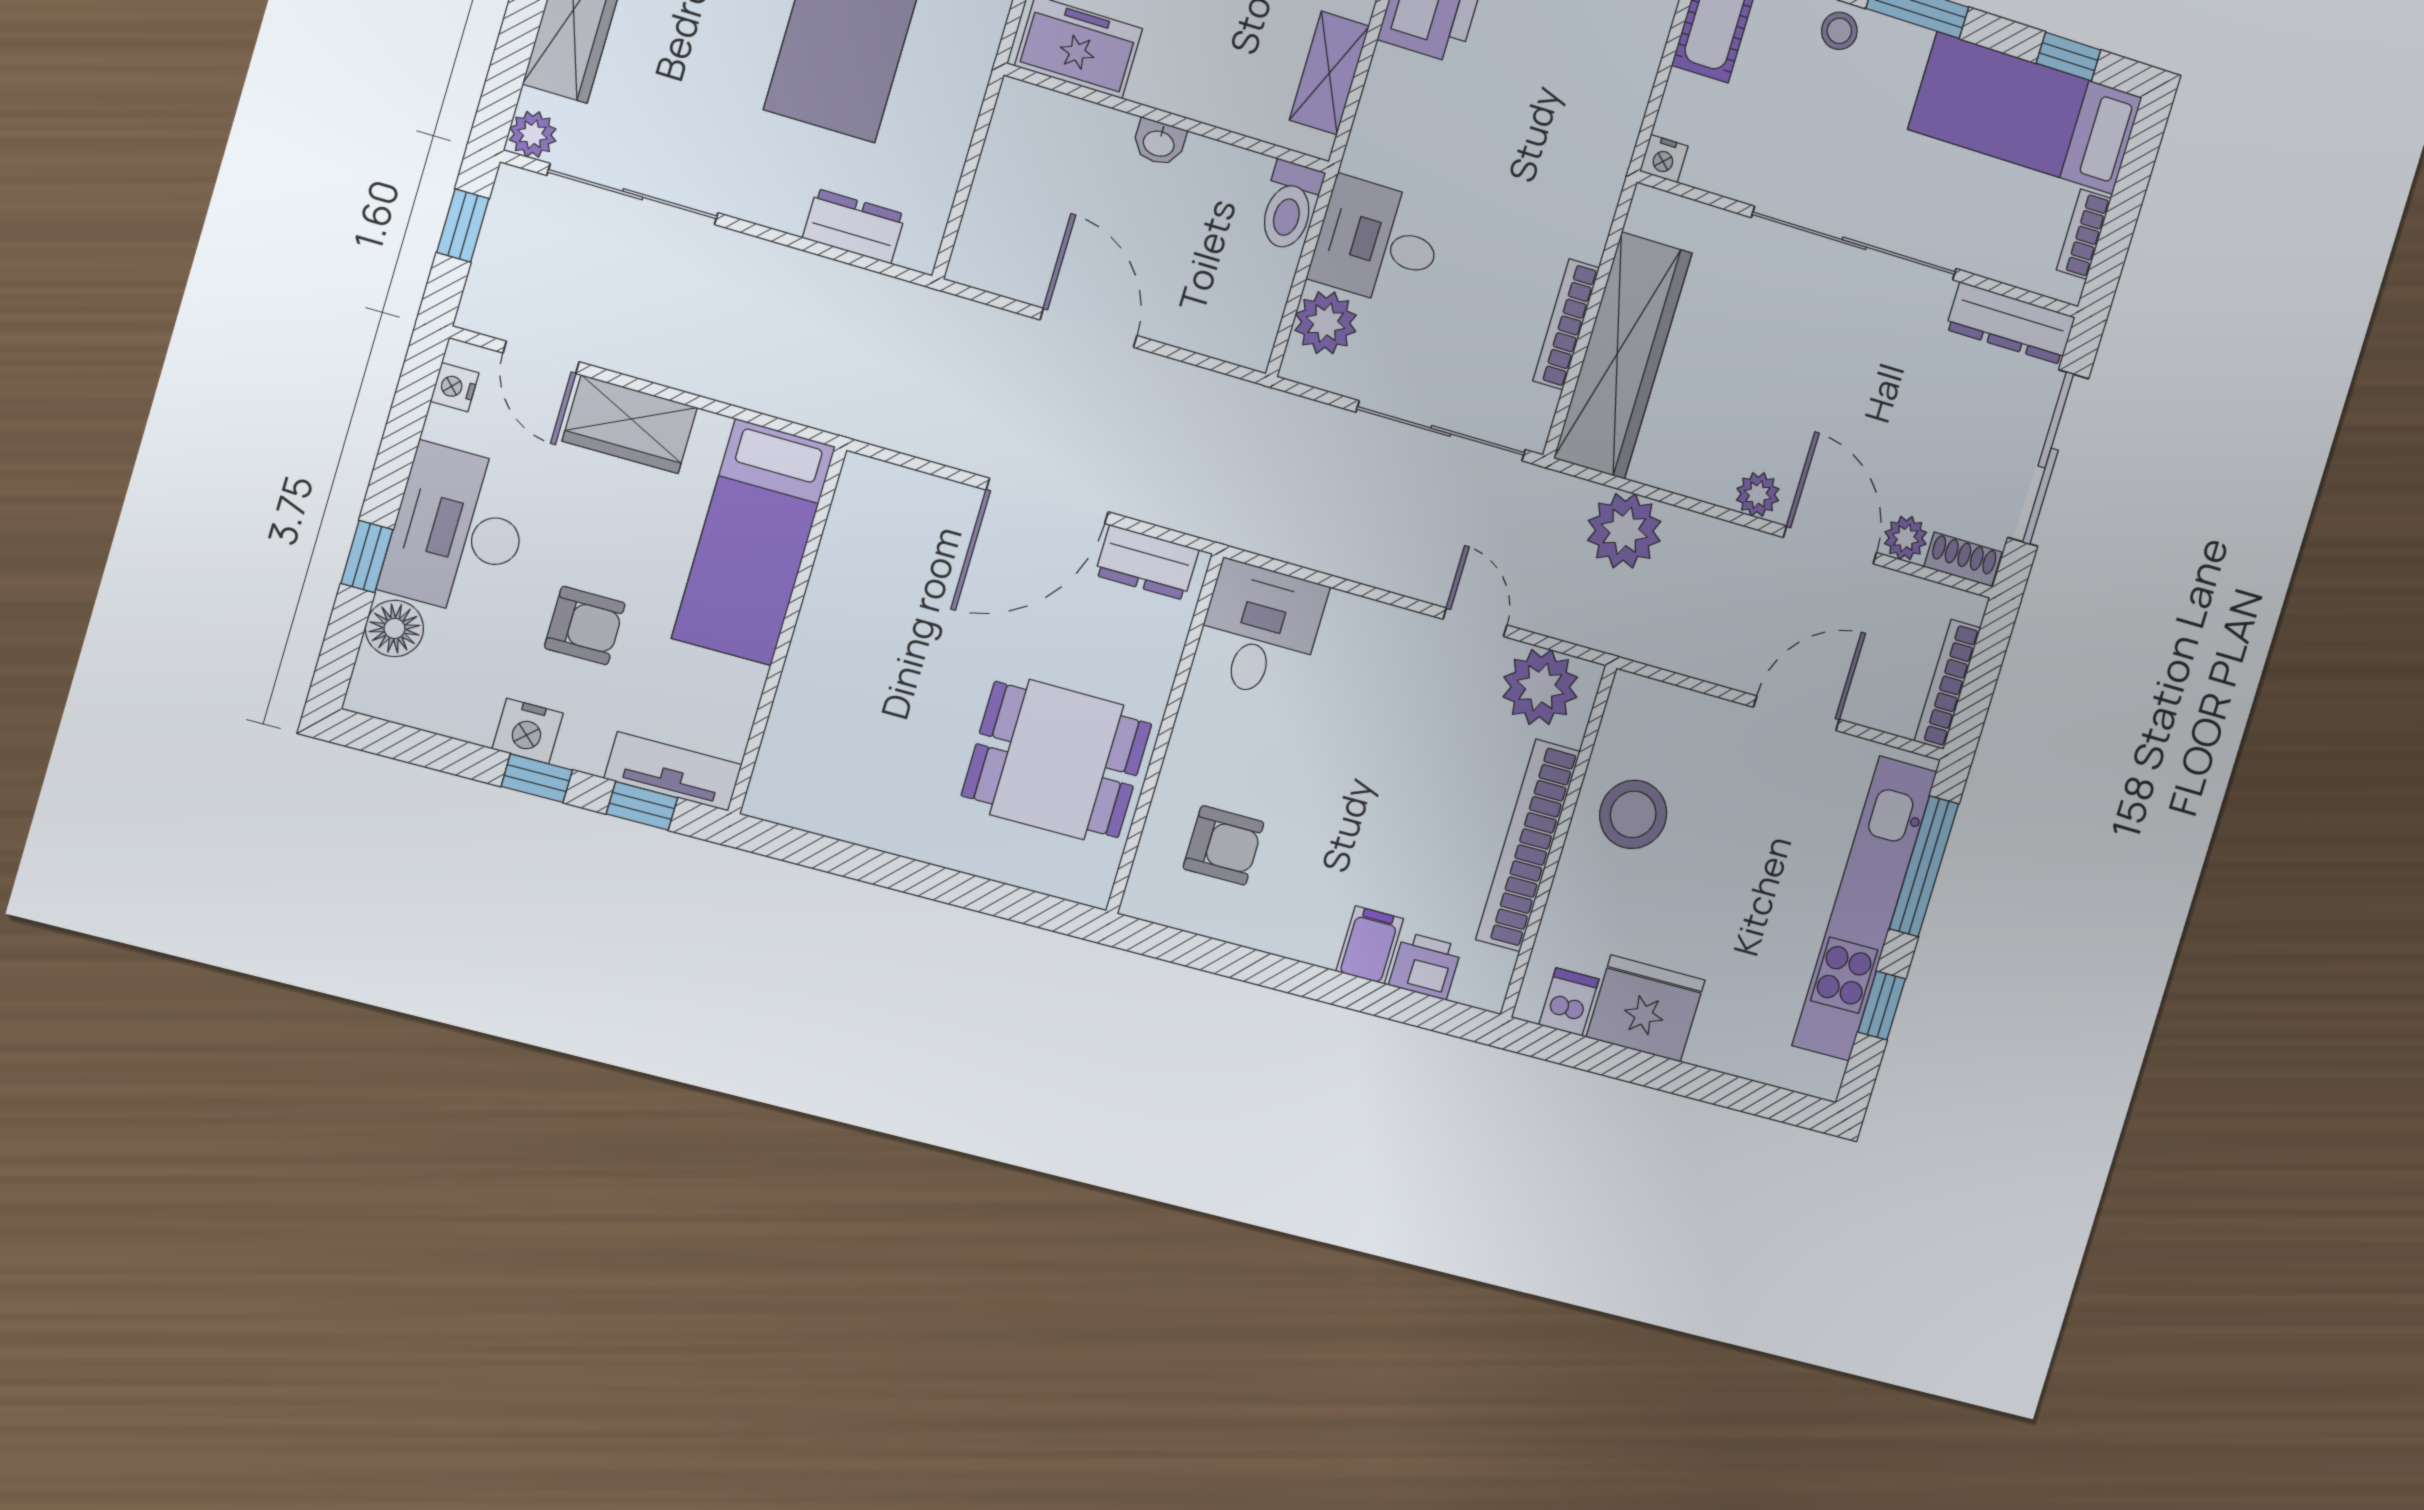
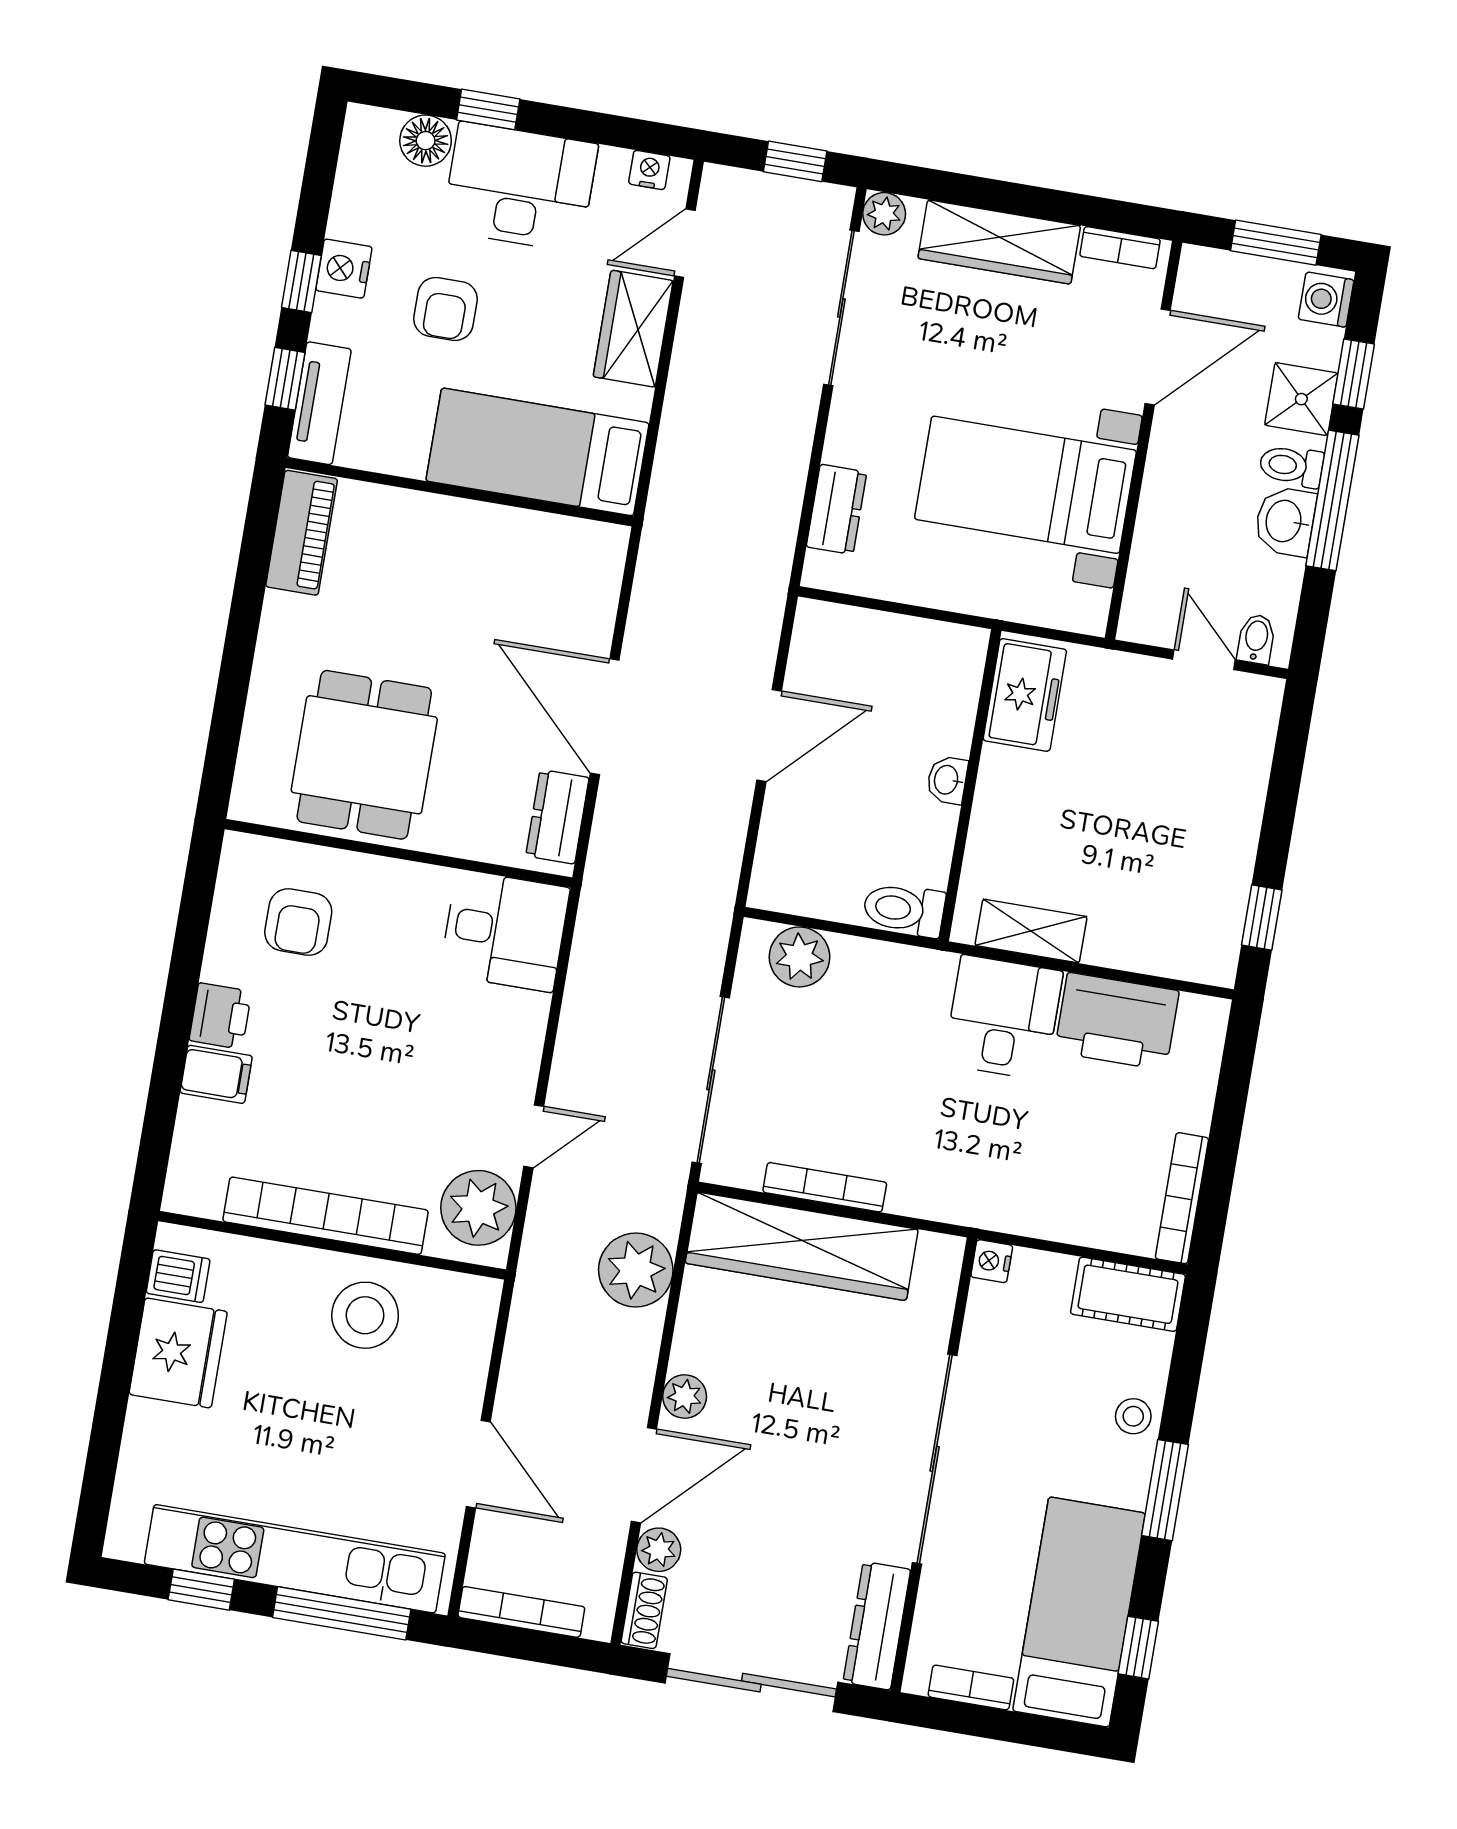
desk: (1378, 242) -> (1003, 1018), moved
piano: (811, 804) -> (302, 533), added
printer: (1425, 966) -> (220, 1016), moved

